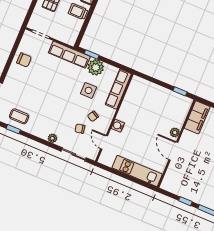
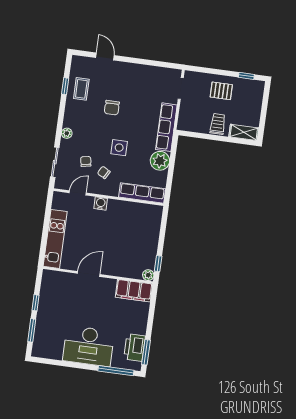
window: (92, 54) -> (173, 152), removed
chair: (24, 60) -> (112, 108), moved
side table: (89, 90) -> (119, 148), moved
plant: (175, 132) -> (148, 275), moved

